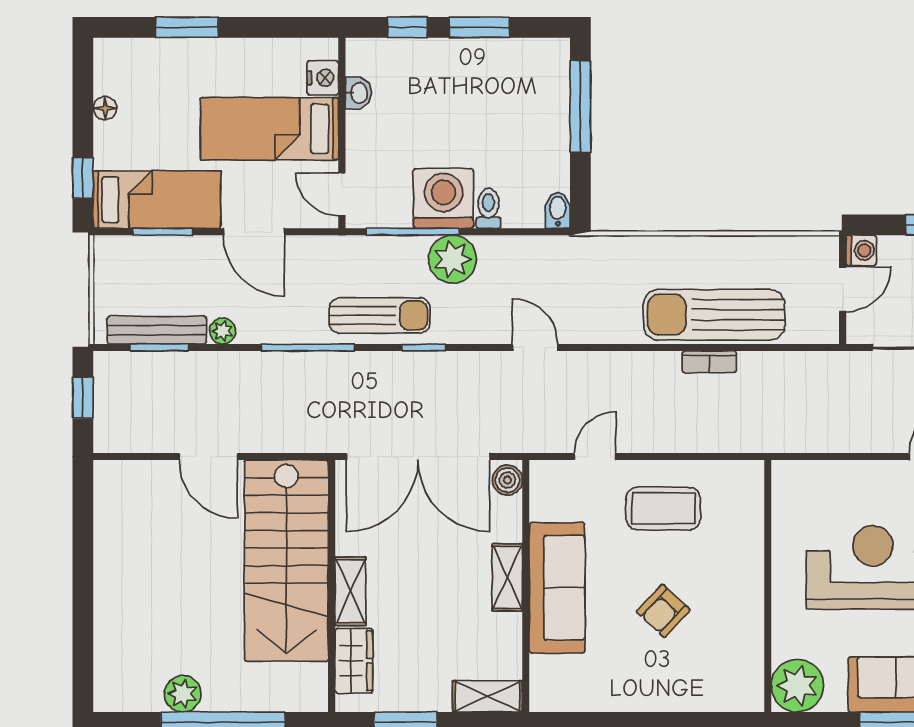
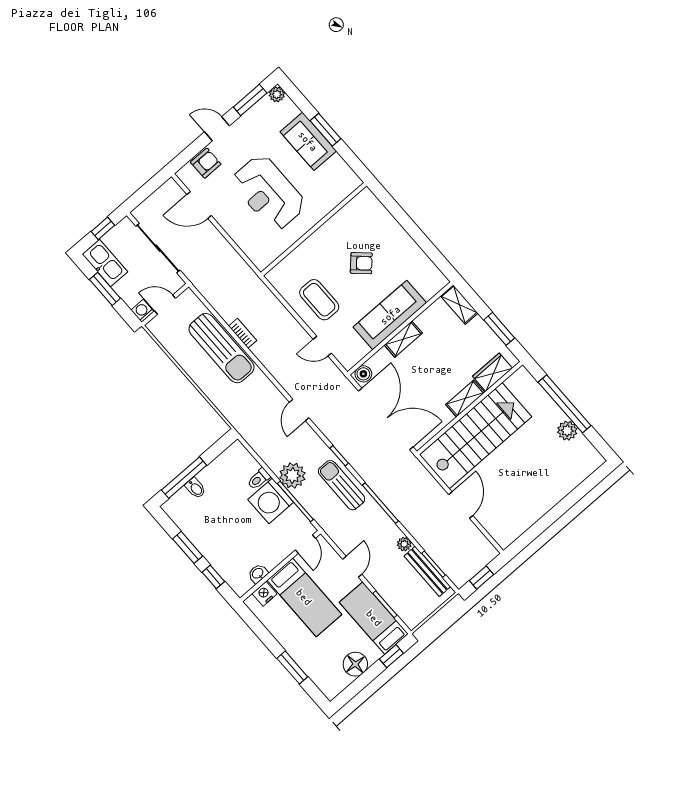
floor lamp: (105, 108) -> (355, 664), width x1.89, depth x1.89
bidet: (558, 210) -> (195, 488), moved, turned -90
door: (254, 232) -> (352, 567), width x0.73
plant: (797, 686) -> (344, 181), removed

